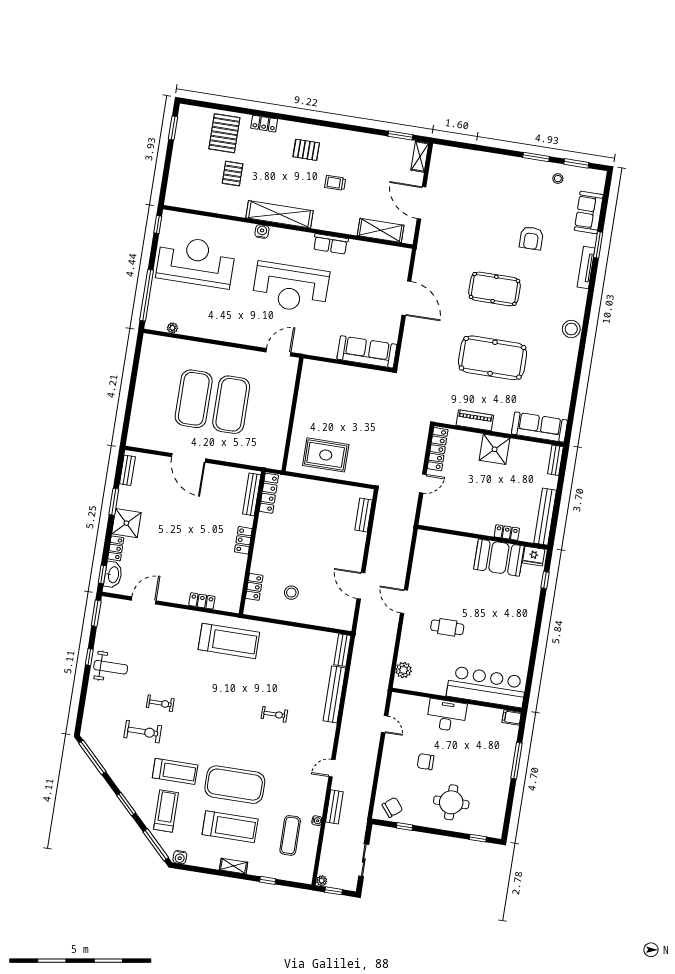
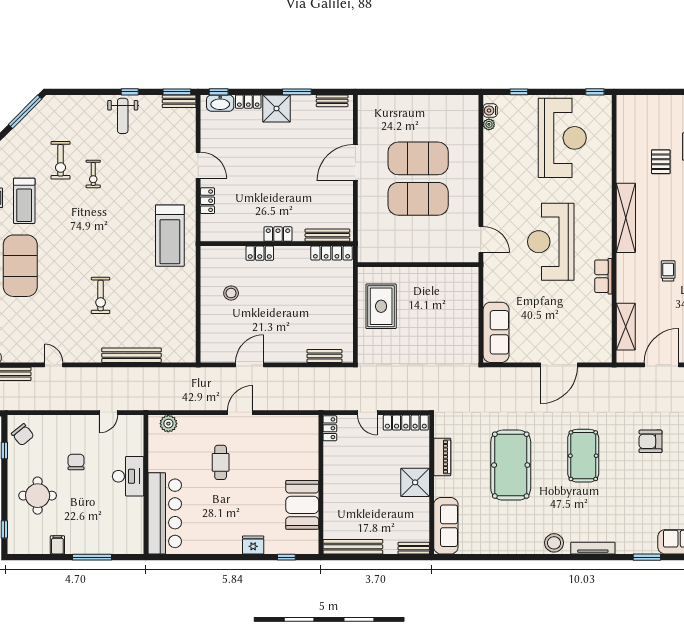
pallet: (233, 174) -> (661, 162), turned 90
water cooler: (262, 231) -> (490, 111), moved, turned 180
armchair: (531, 238) -> (650, 441), moved
tv unit: (586, 267) -> (593, 548), moved
window: (147, 295) -> (519, 92), width x0.32
locker: (507, 533) -> (330, 428), moved
fridge: (534, 556) -> (253, 545), moved, turned 90
locker: (254, 587) -> (260, 253), moved
door: (144, 600) -> (198, 165), moved
bench: (342, 650) -> (179, 101), moved
exercise bike: (274, 714) -> (101, 295), width x1.38, depth x1.39
filing cabinet: (512, 717) -> (57, 545), moved

